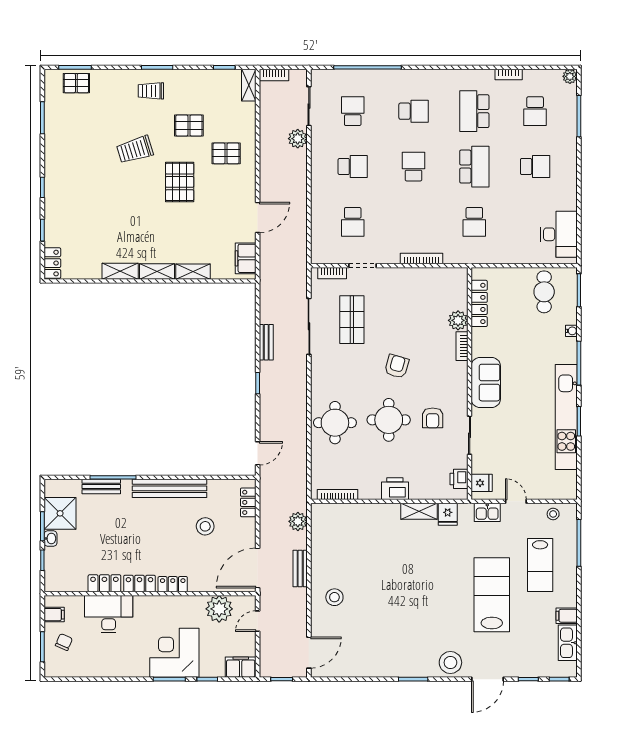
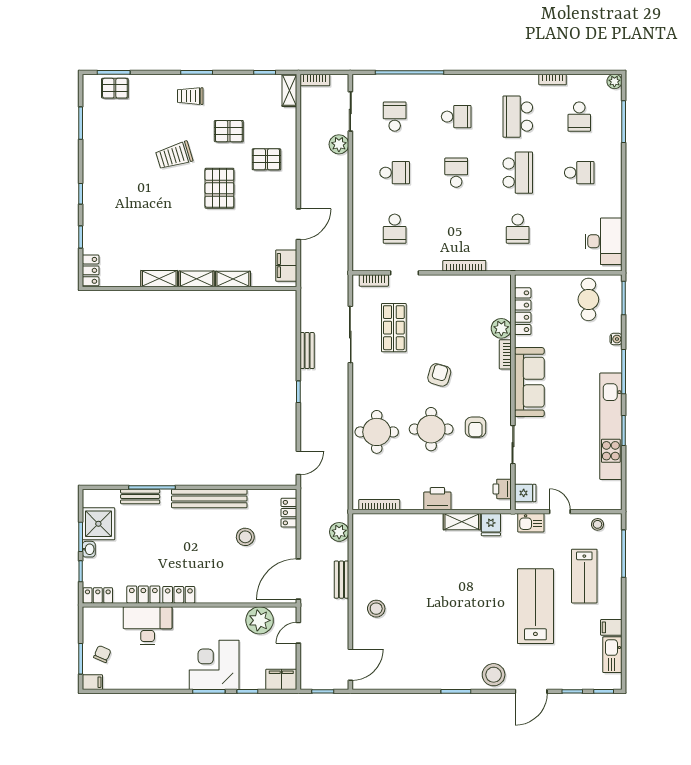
sofa: (486, 383) -> (529, 382), width x1.36
locker: (173, 584) -> (98, 595), moved
filing cabinet: (54, 615) -> (92, 682), moved

